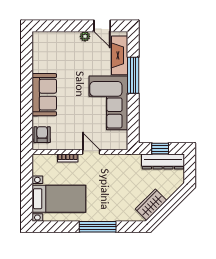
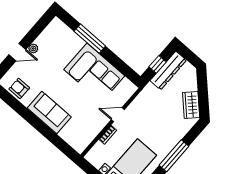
door: (102, 26) -> (17, 52), moved
fireplace: (120, 55) -> (68, 36), removed
armchair: (42, 135) -> (19, 88), moved

